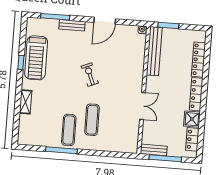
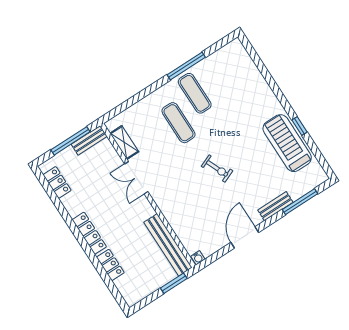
locker: (198, 60) -> (110, 265), width x0.66
shelving: (26, 102) -> (124, 143), moved
shower: (192, 119) -> (74, 204), removed

